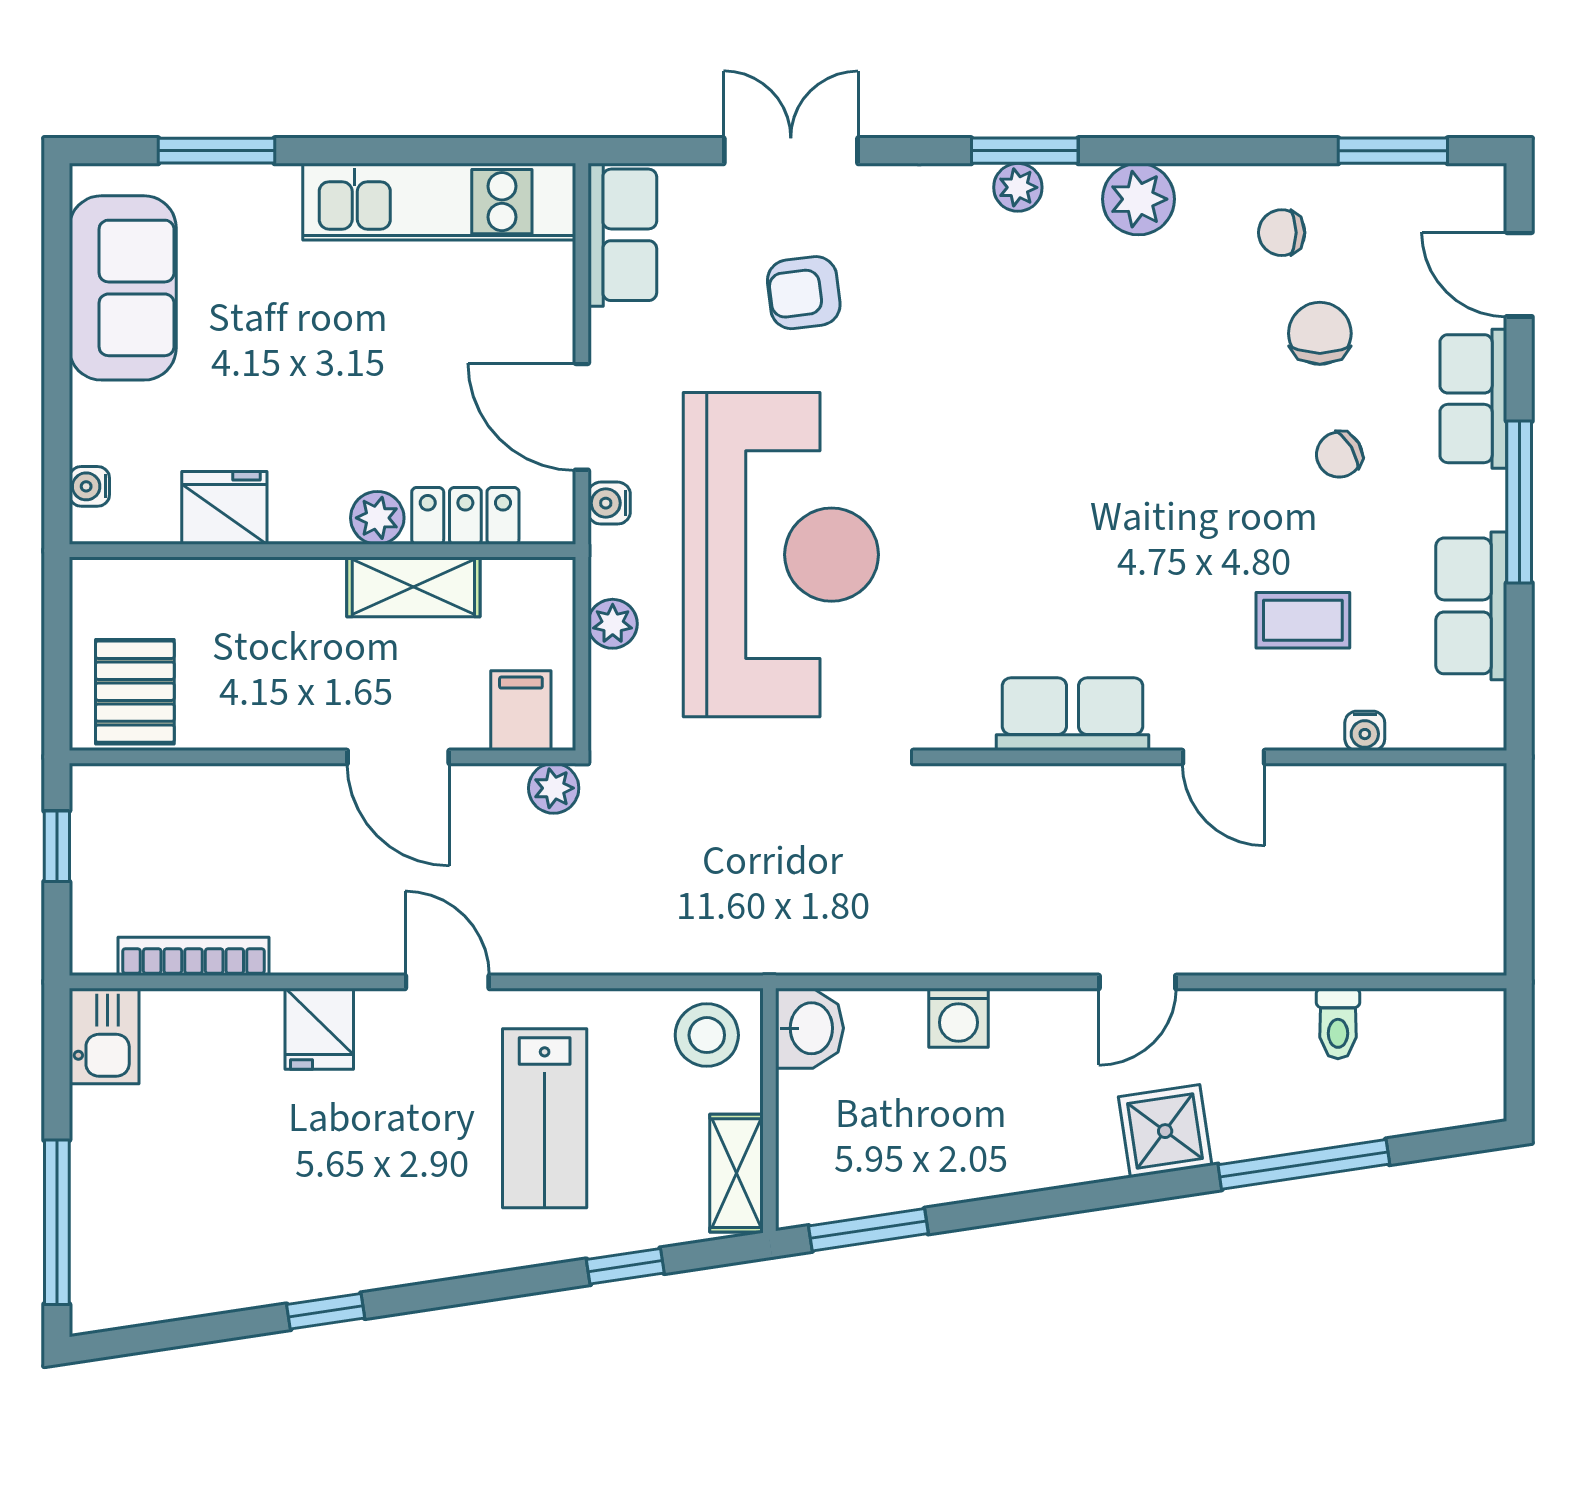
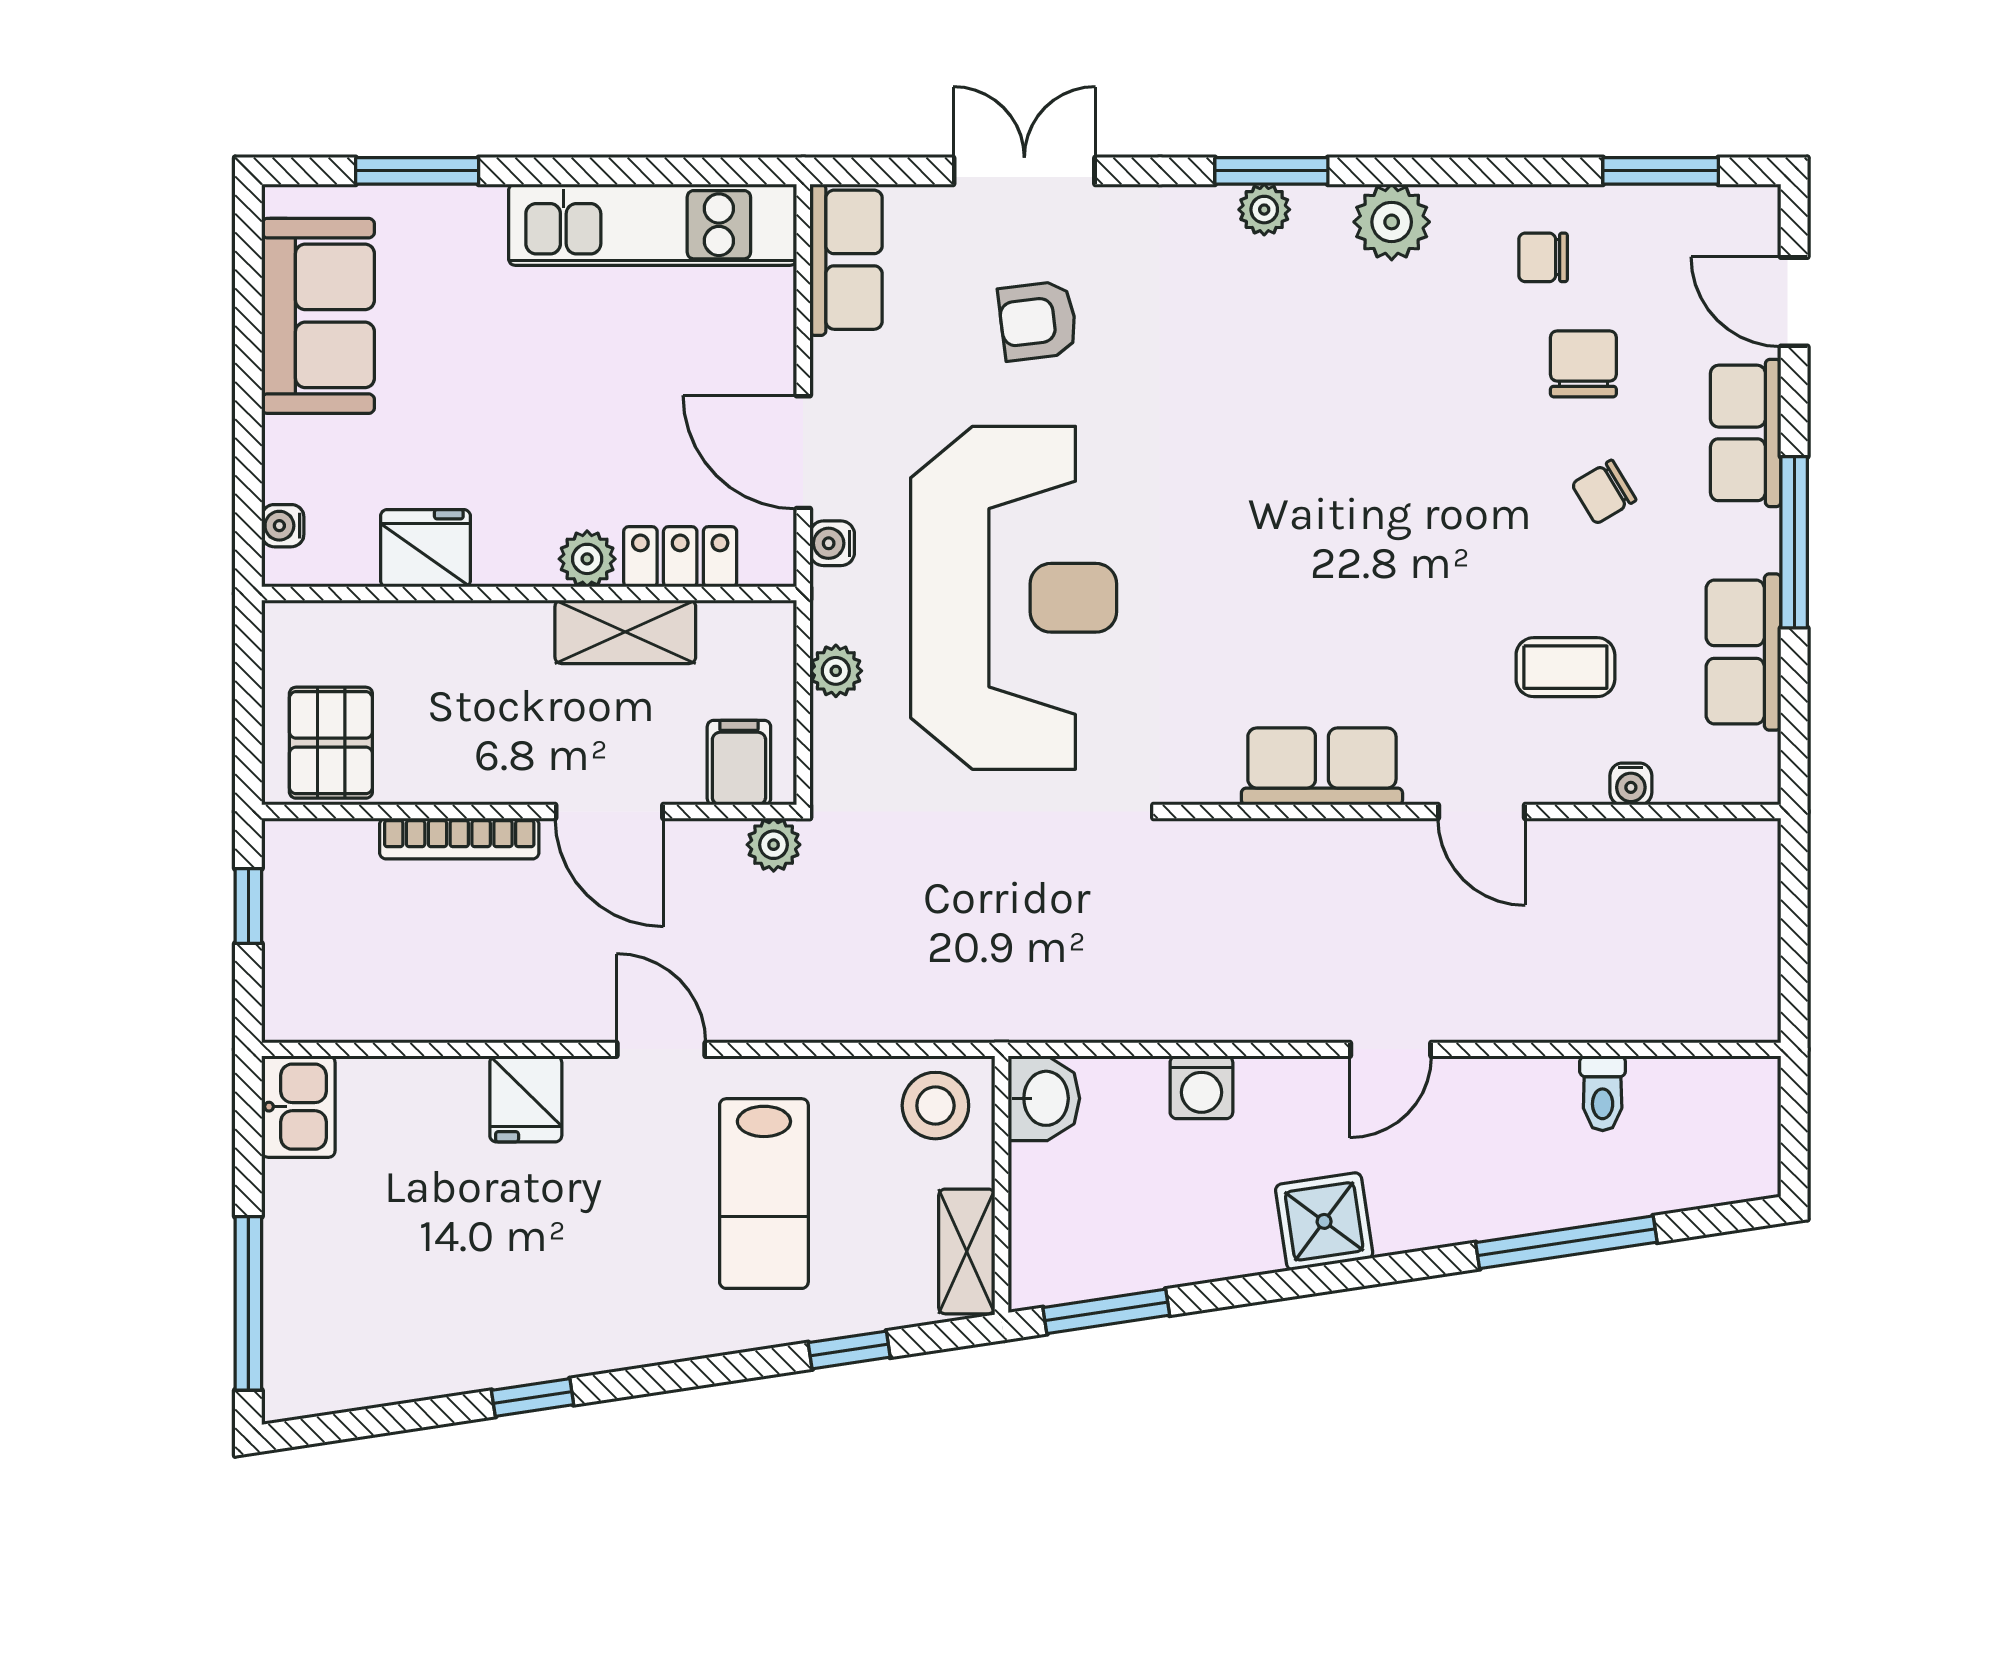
bookcase: (193, 956) -> (459, 839), moved, turned 180
shower: (1165, 1131) -> (1324, 1221), moved

